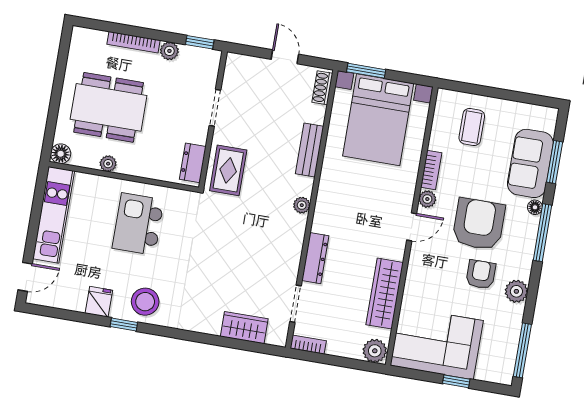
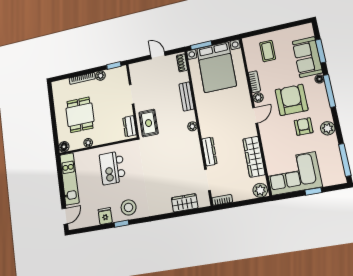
dining table: (109, 107) -> (80, 115), width x0.73

